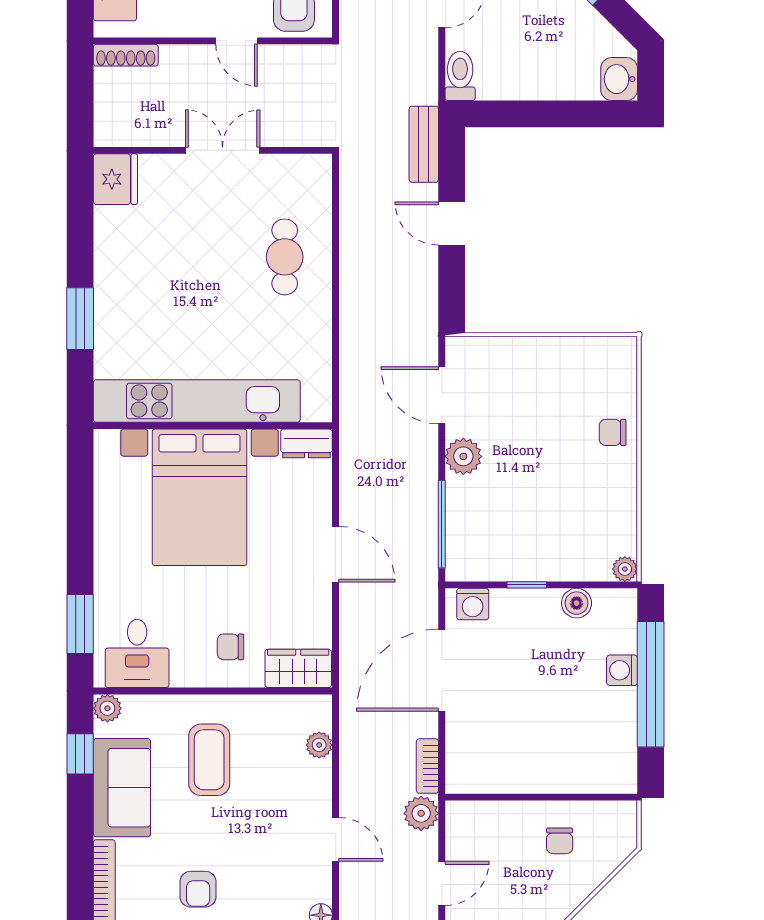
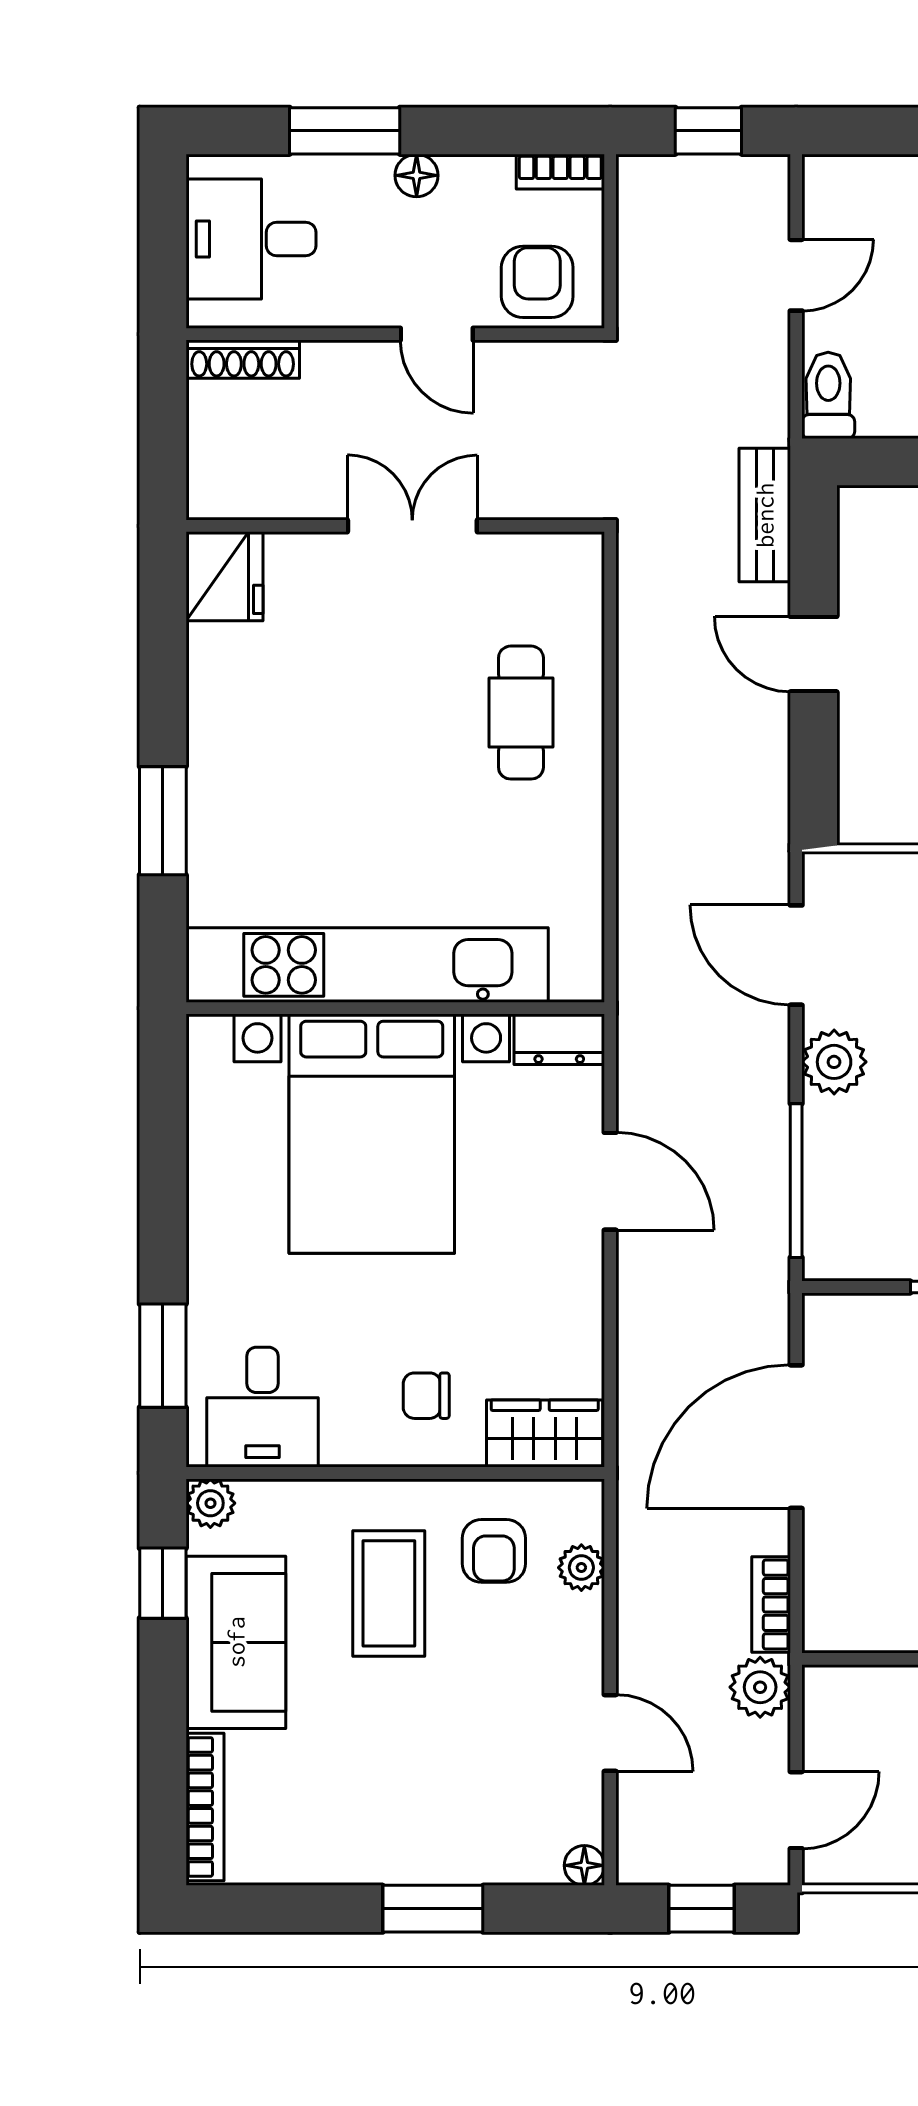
door: (336, 554) -> (610, 1181), moved
washing machine: (473, 604) -> (850, 1321), removed
armchair: (198, 889) -> (494, 1551), moved

